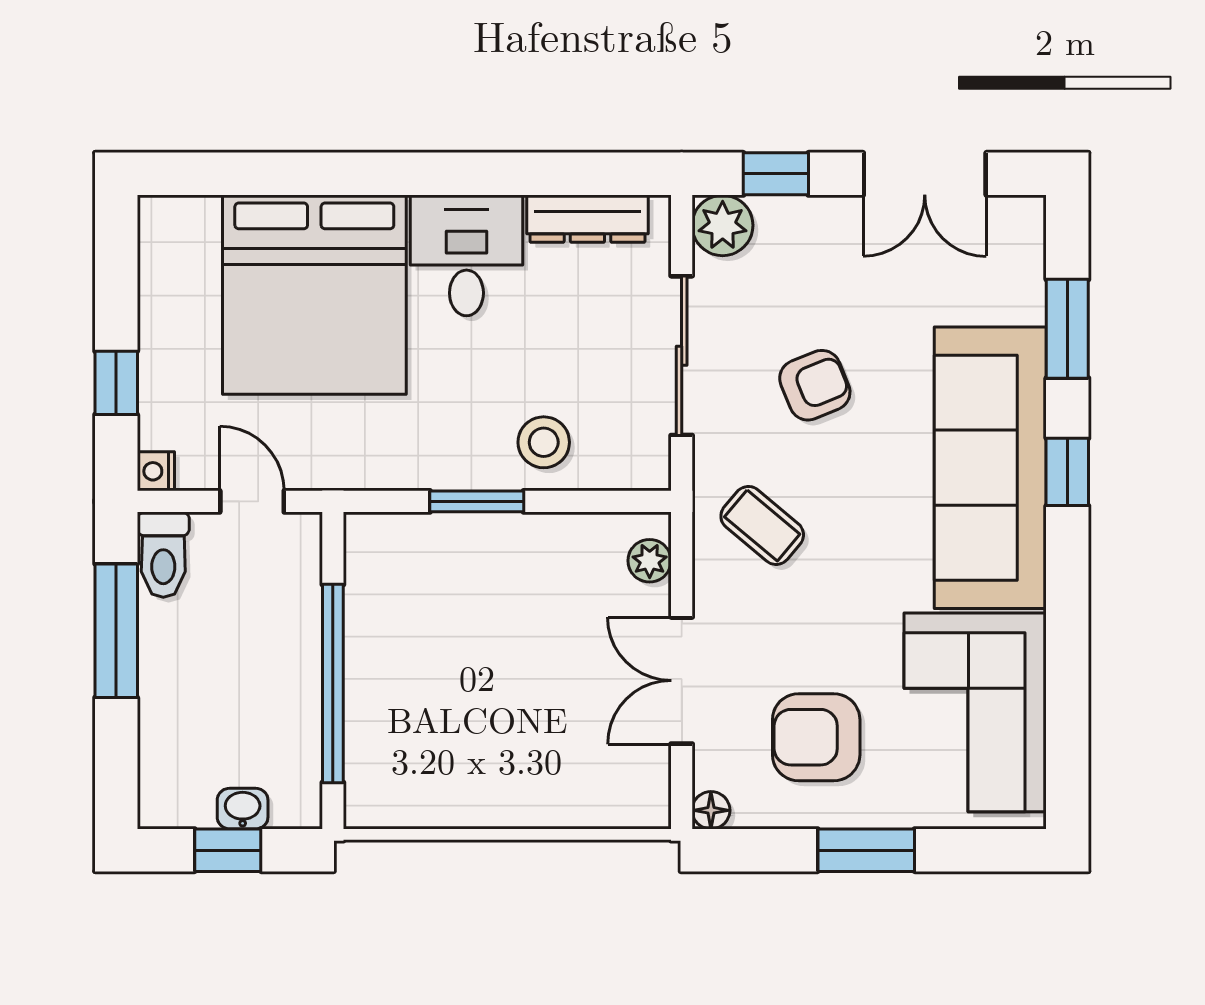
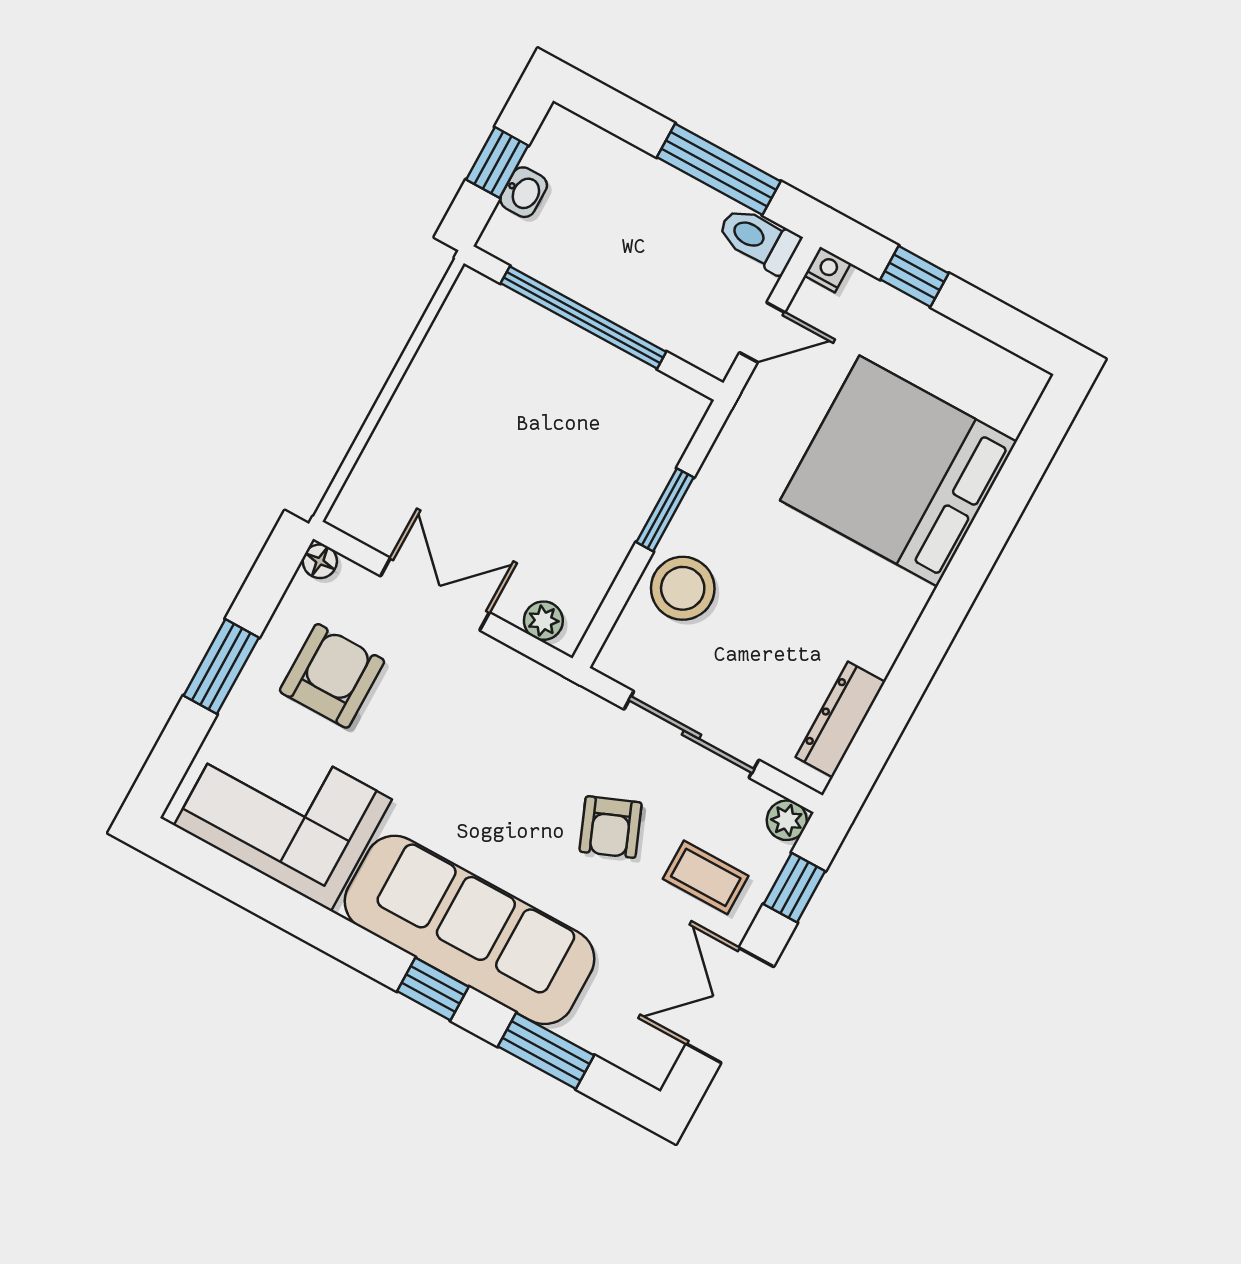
plant: (723, 225) -> (787, 820), width x0.73, depth x0.73
desk: (466, 255) -> (864, 608), removed
stool: (544, 442) -> (683, 588), width x1.38, depth x1.38
coffee table: (762, 525) -> (706, 877), moved, turned 50

